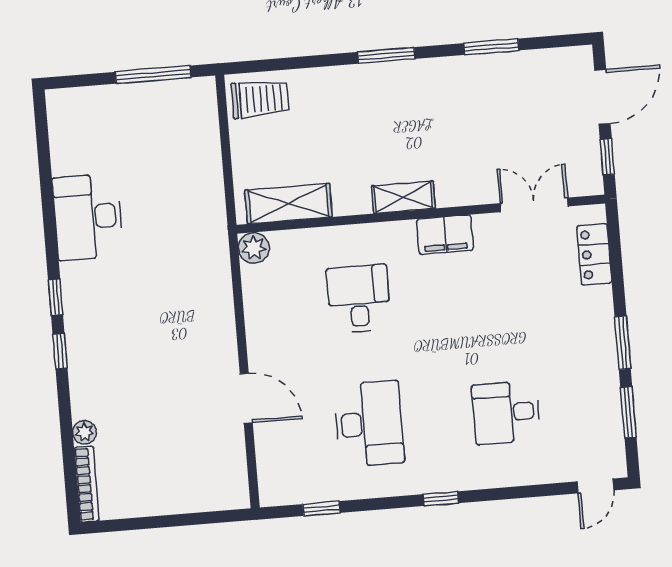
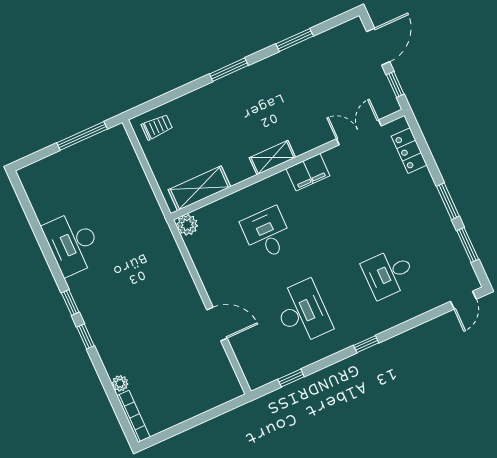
trolley: (260, 99) -> (157, 127), width x0.73, depth x0.72

